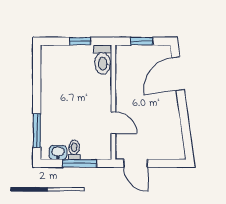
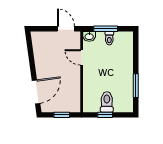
toilet: (103, 60) -> (107, 102), moved
window: (37, 130) -> (136, 86), moved
washbasin: (58, 153) -> (89, 36), moved

